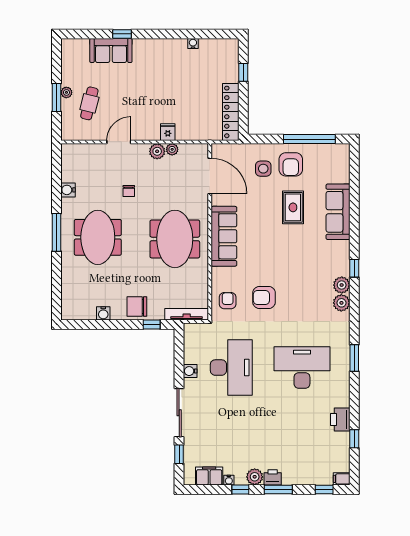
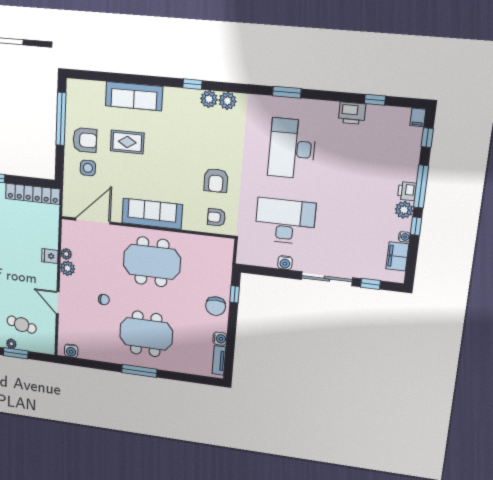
water cooler: (68, 190) -> (71, 351), moved
tv unit: (187, 314) -> (219, 360), moved, width x0.71
window: (278, 489) -> (421, 186), width x1.44

